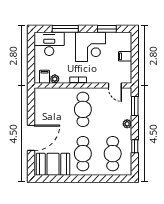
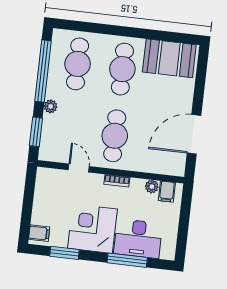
desk: (49, 44) -> (138, 239), moved
filing cabinet: (125, 56) -> (39, 233), moved
door: (115, 86) -> (79, 168), moved
door: (31, 138) -> (194, 134), moved
window: (135, 146) -> (43, 71), width x3.17

